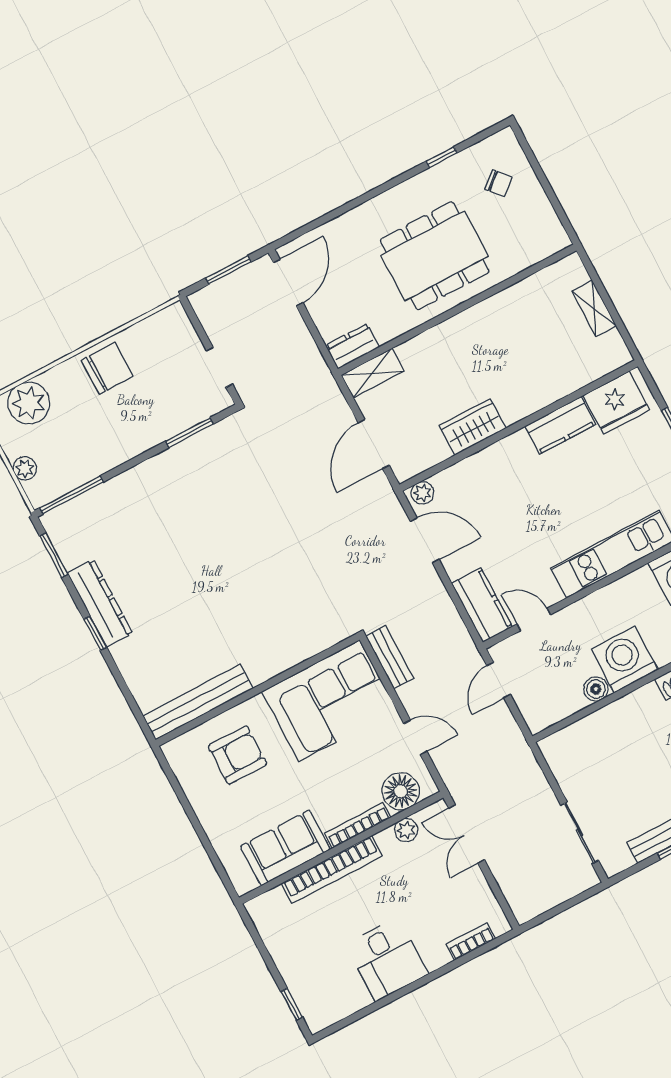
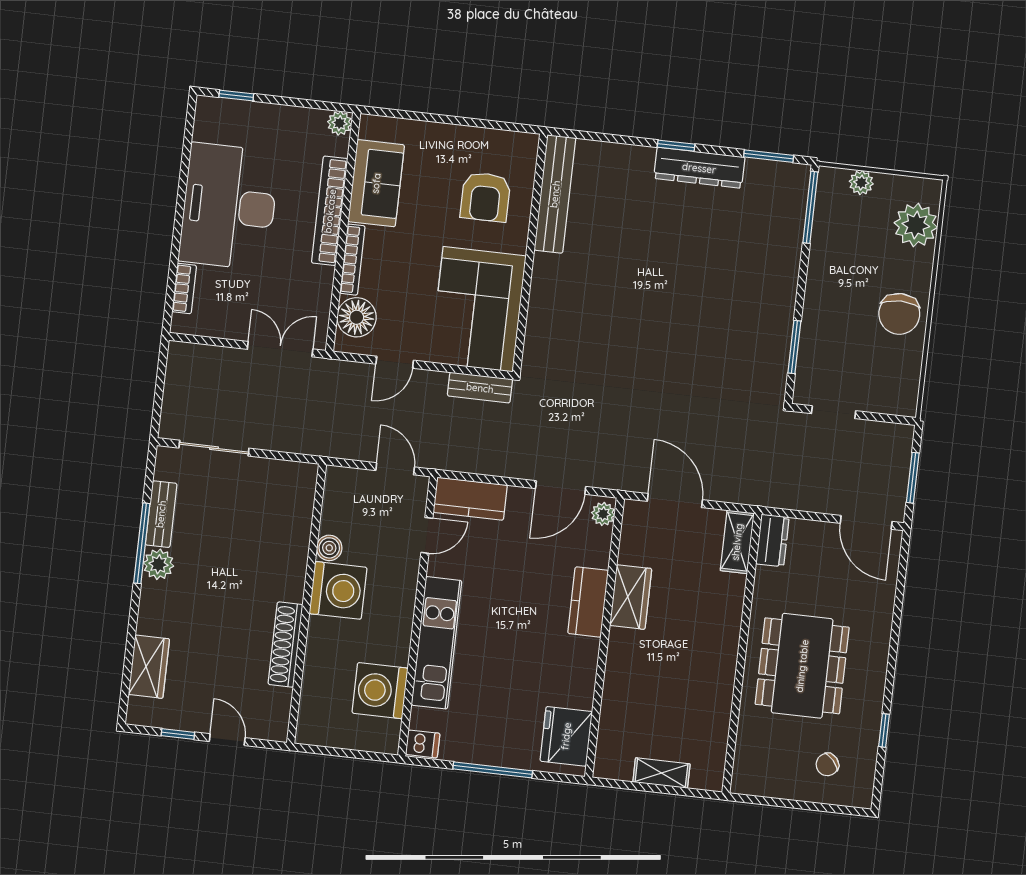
kitchen counter: (560, 425) -> (588, 602), moved
plant: (406, 830) -> (340, 123), moved
desk: (387, 959) -> (229, 206), width x1.87, depth x1.30

